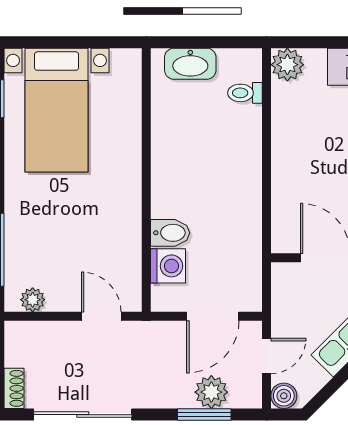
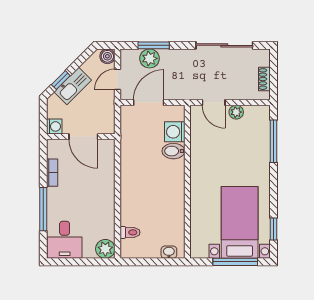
window: (64, 42) -> (235, 262), added
washbasin: (190, 64) -> (169, 252), width x0.52, depth x0.69
plant: (33, 300) -> (236, 112), moved
shoe rack: (14, 388) -> (264, 79), moved

